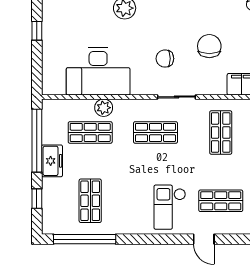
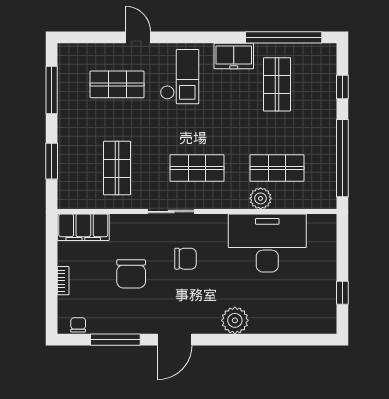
freezer: (52, 161) -> (234, 56), moved, turned -90

